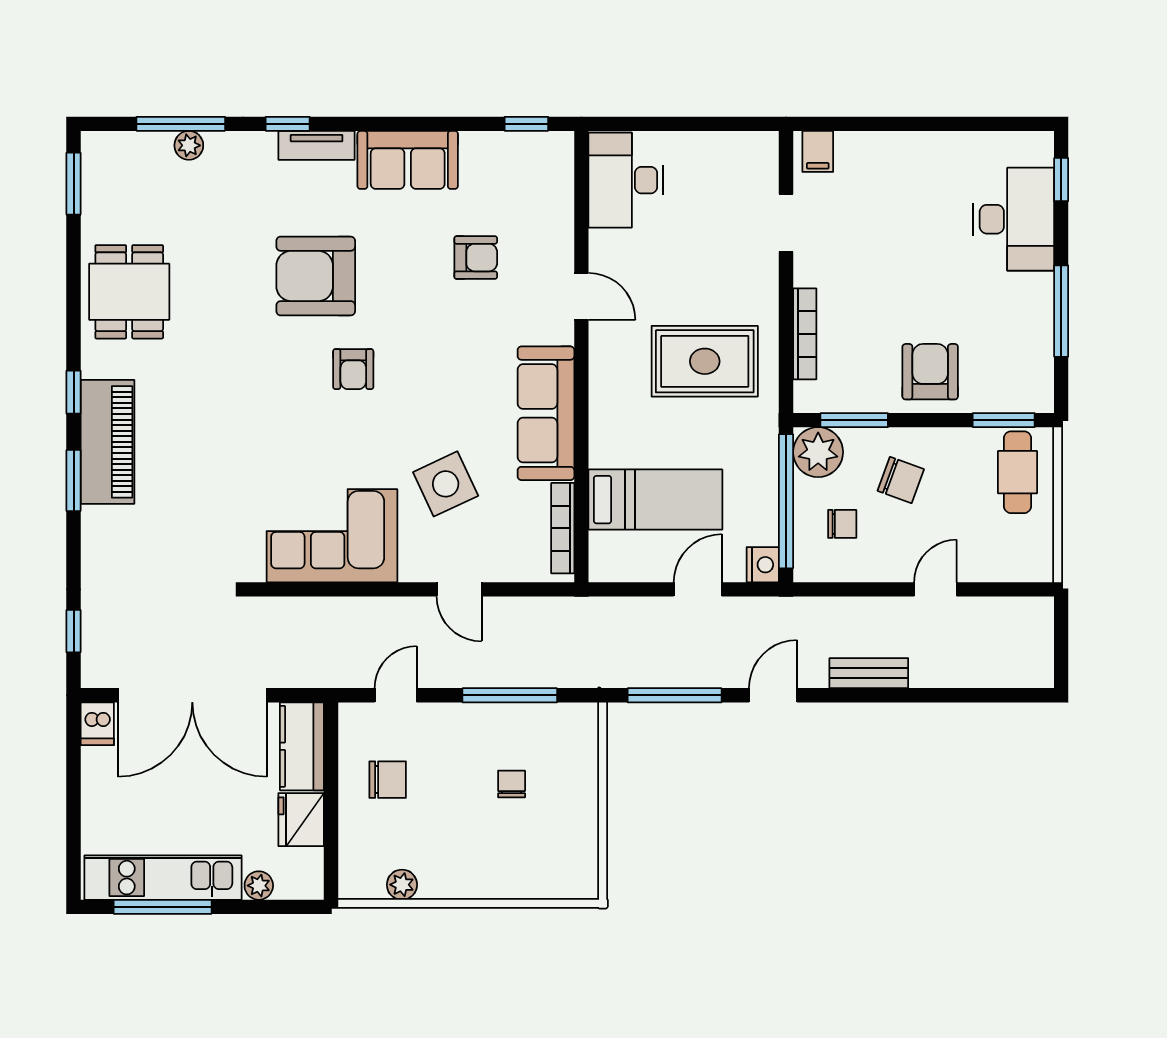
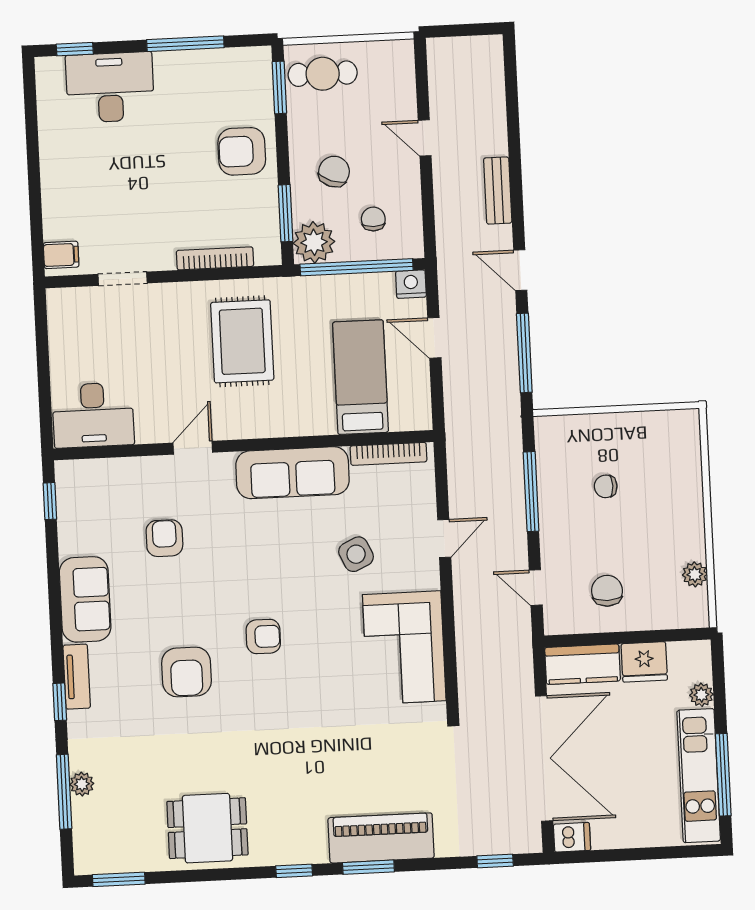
armchair: (316, 276) -> (186, 672), width x0.73, depth x0.73
piano: (108, 442) -> (381, 838), moved
side table: (446, 484) -> (356, 554), width x0.73, depth x0.73

